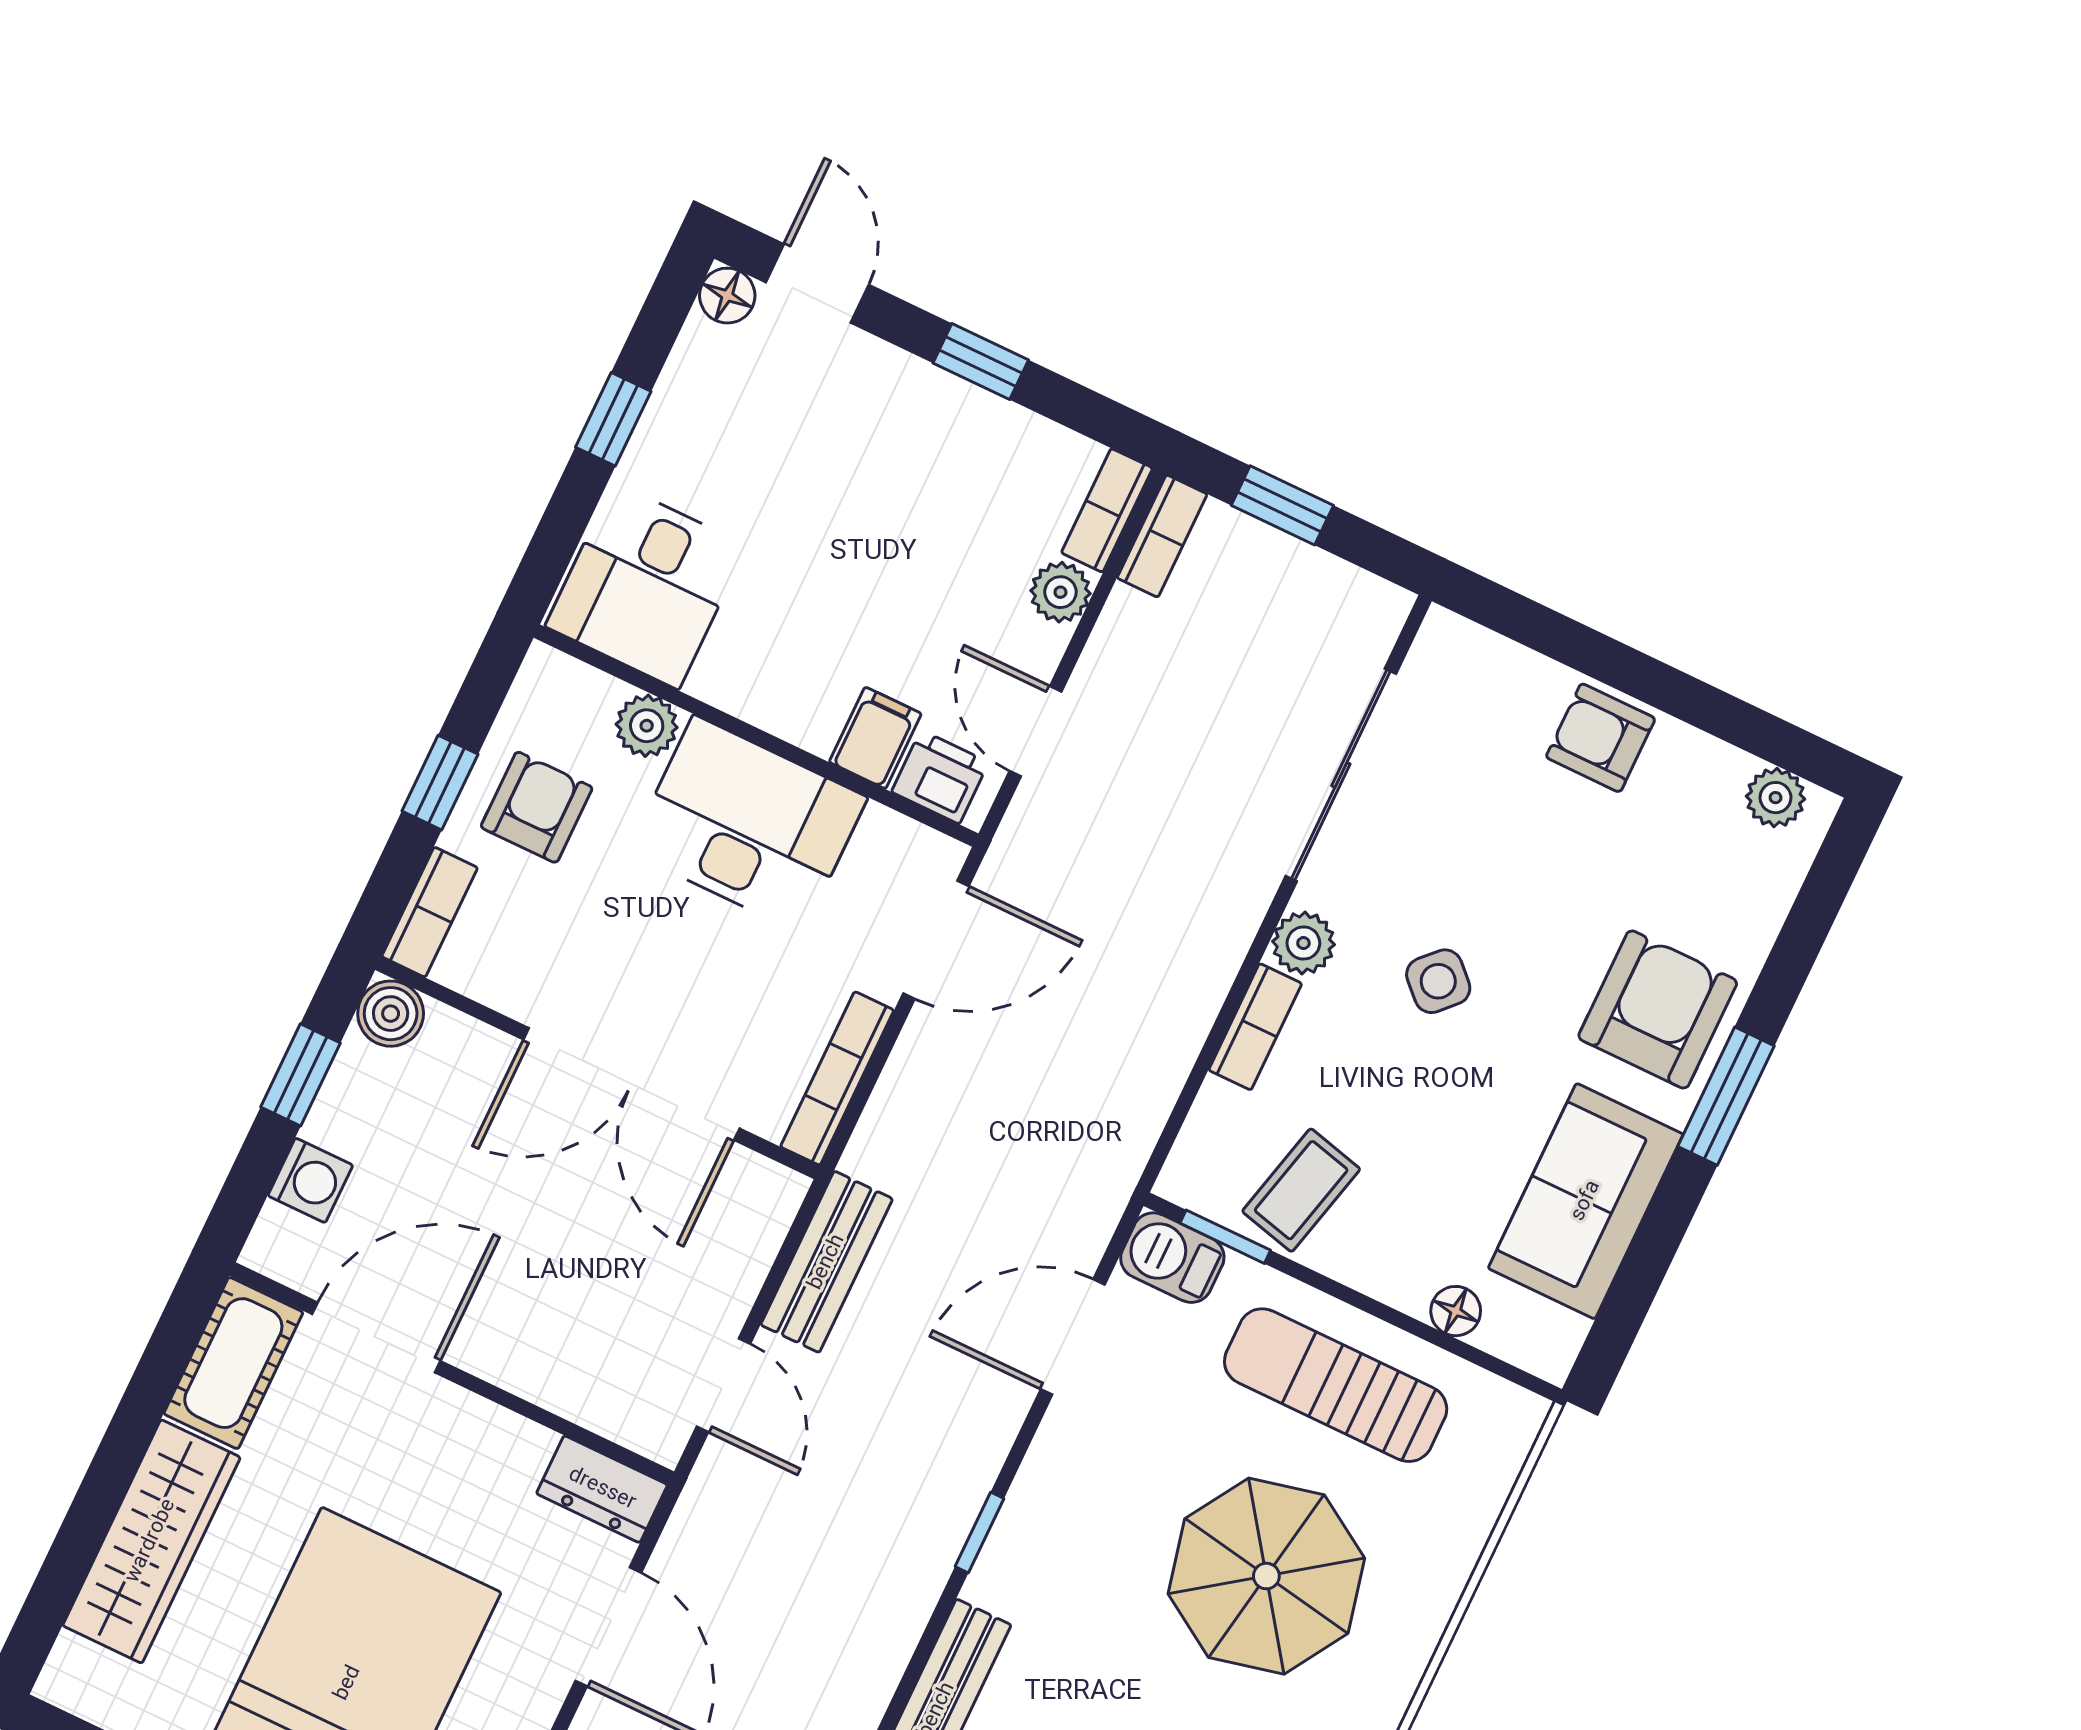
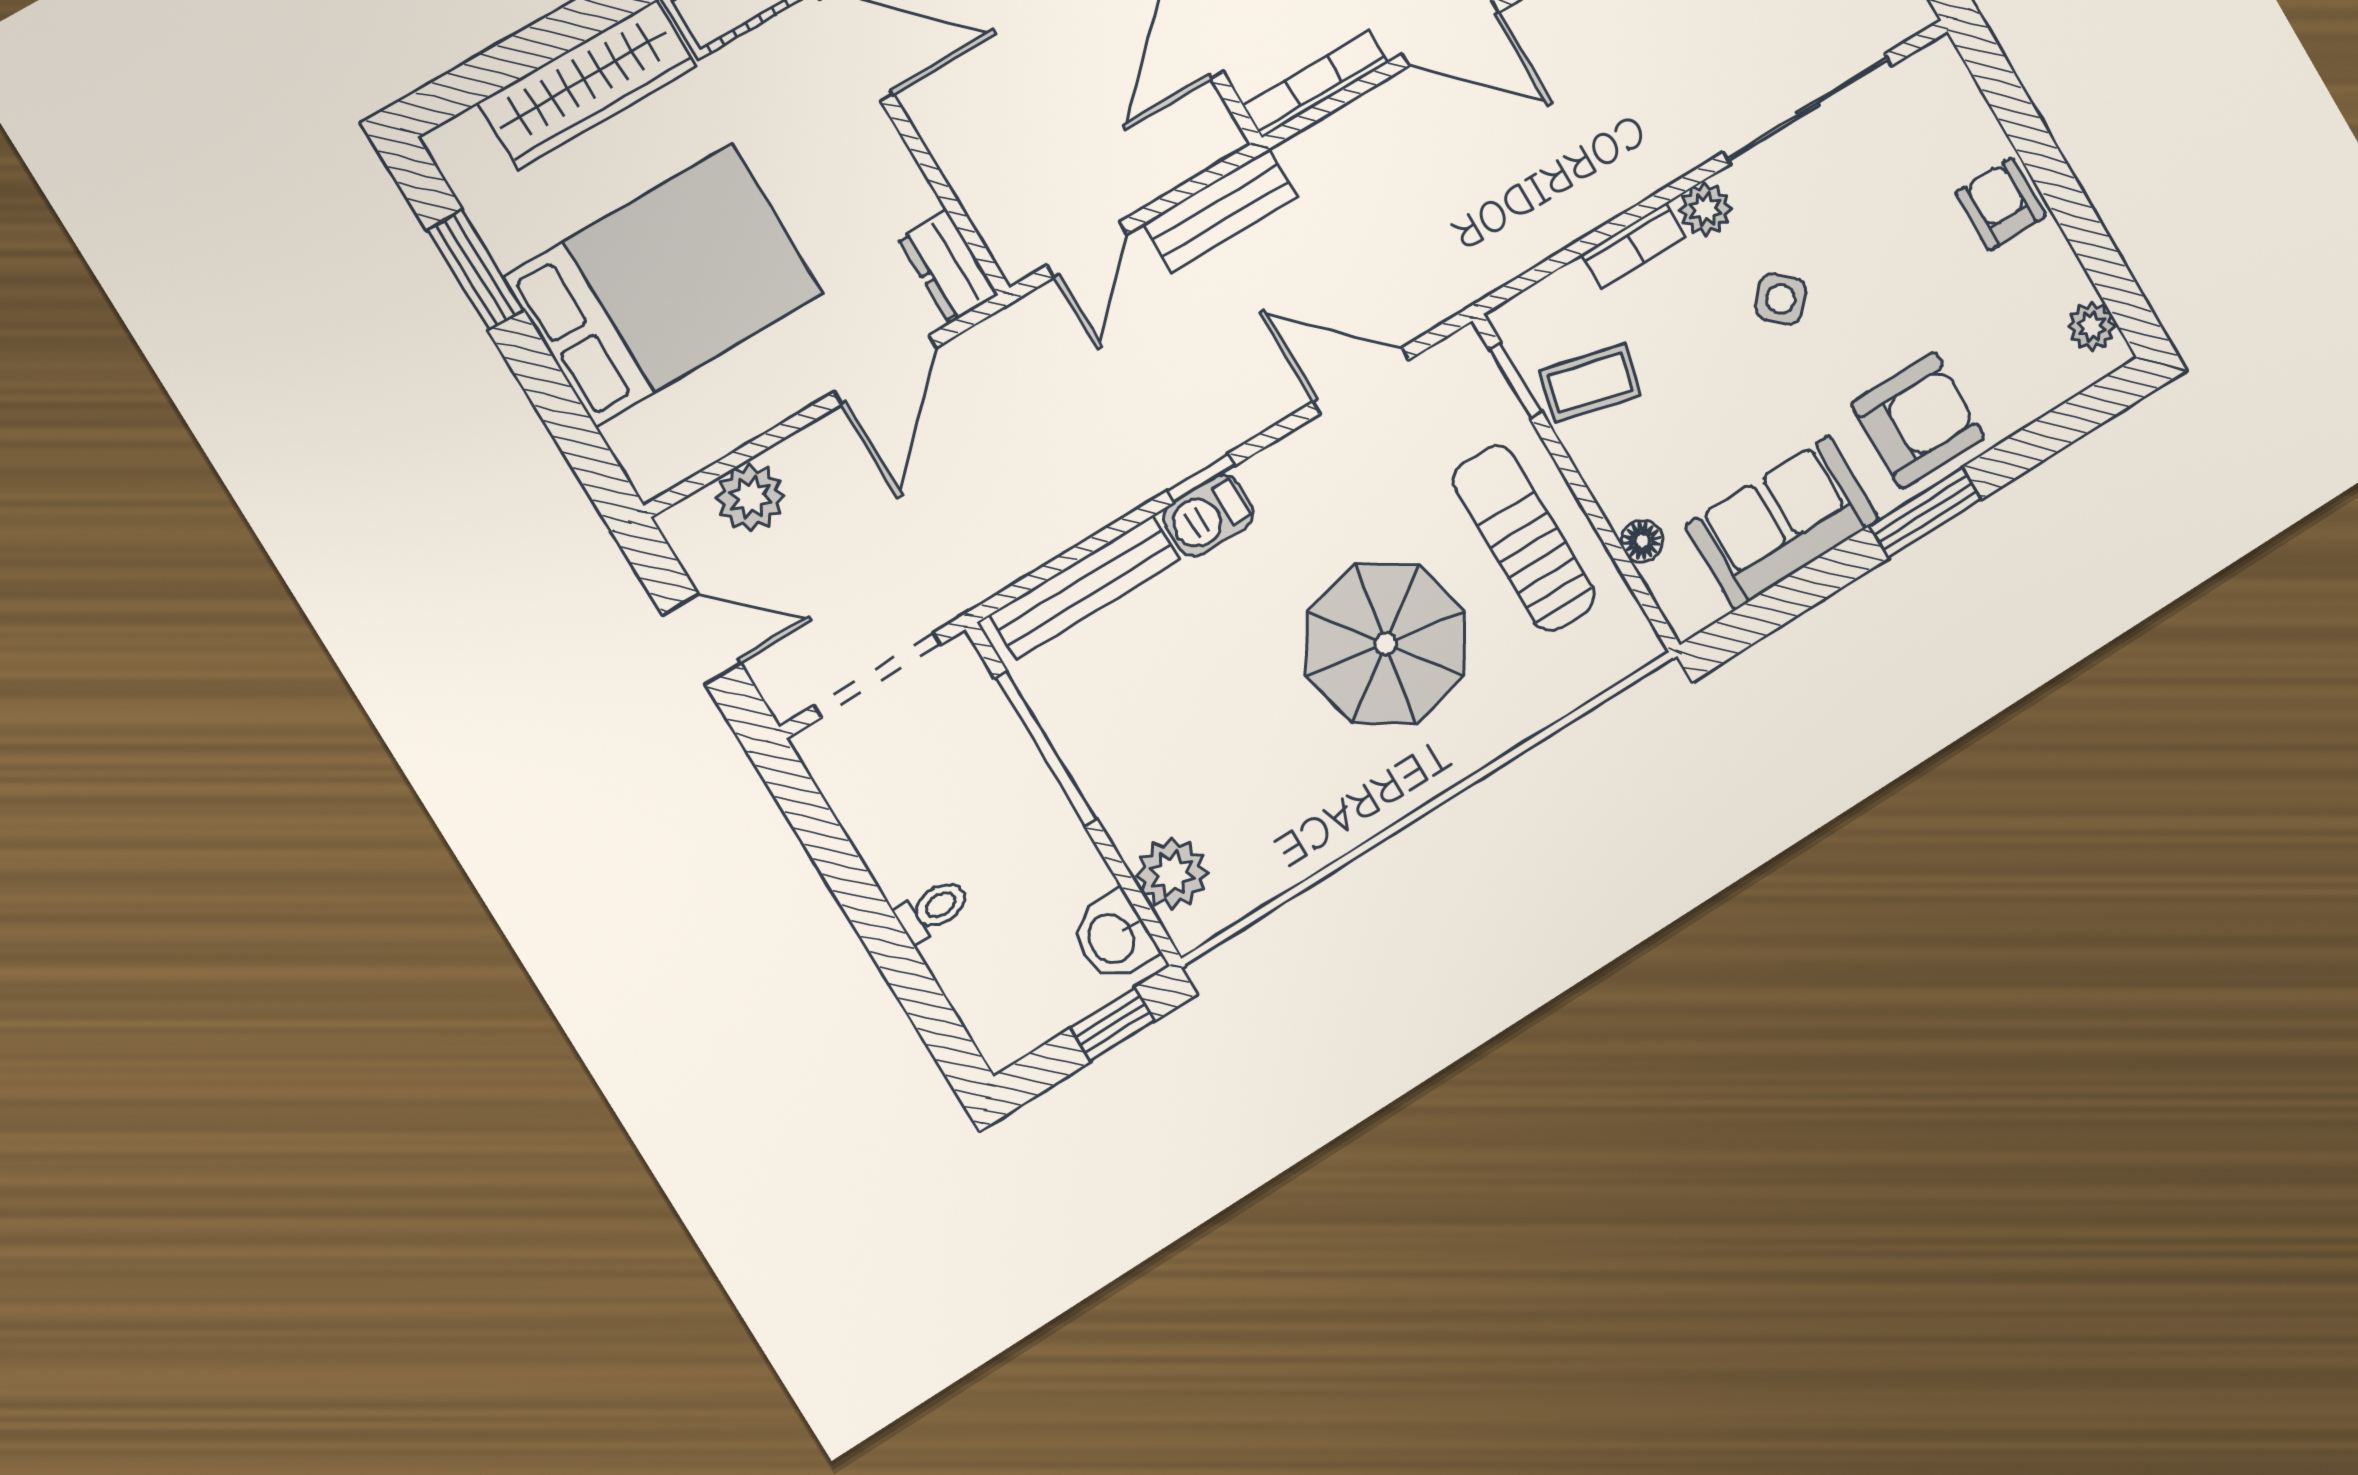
barbecue: (1172, 1258) -> (1208, 516), moved, turned -90

